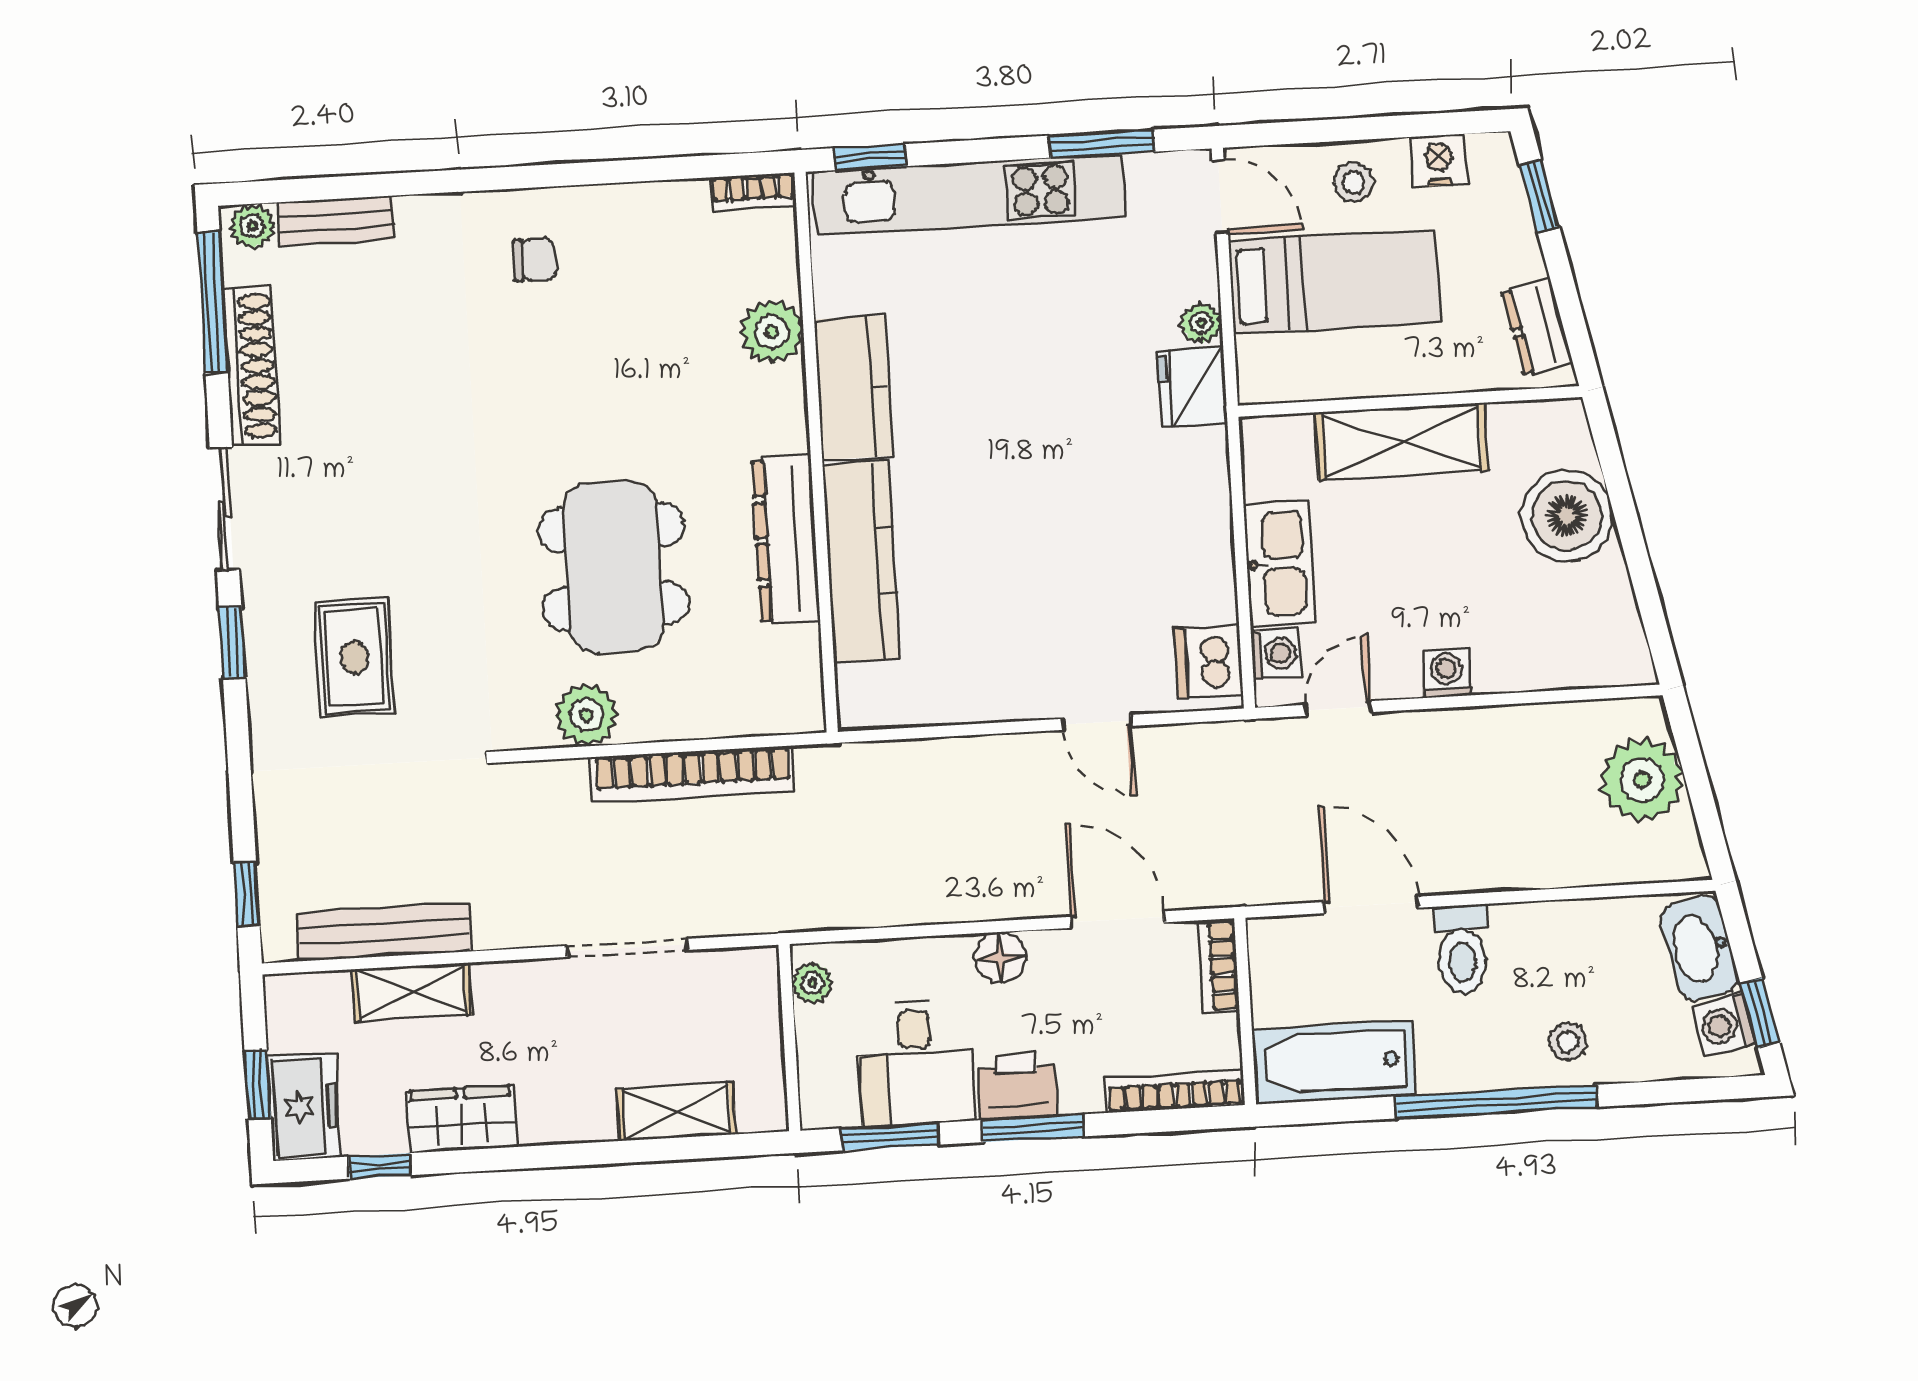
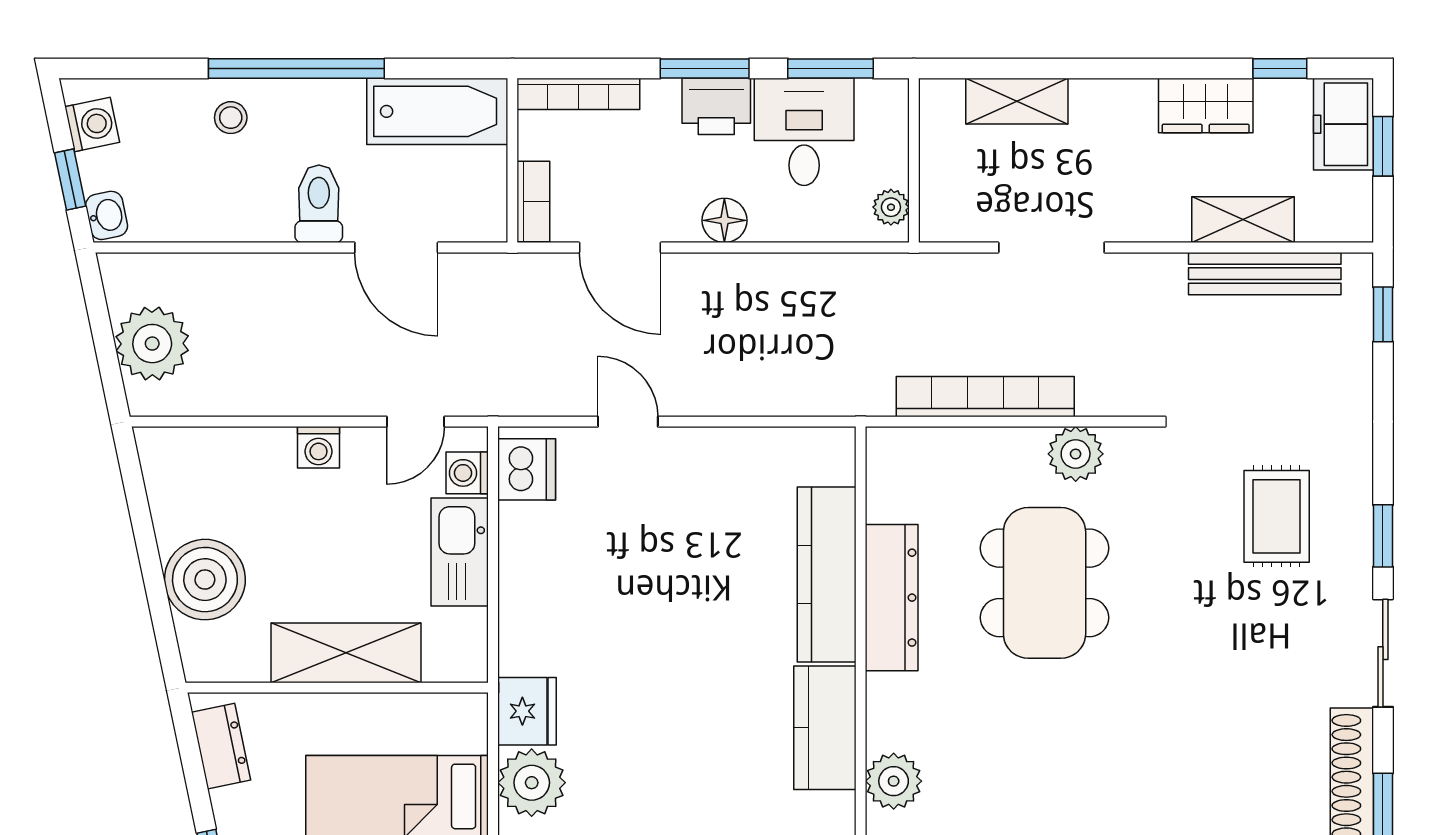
plant: (1201, 323) -> (532, 783), width x1.88, depth x1.88
washbasin: (1699, 948) -> (107, 215), width x0.52, depth x0.69
window: (1760, 1013) -> (70, 179), moved

